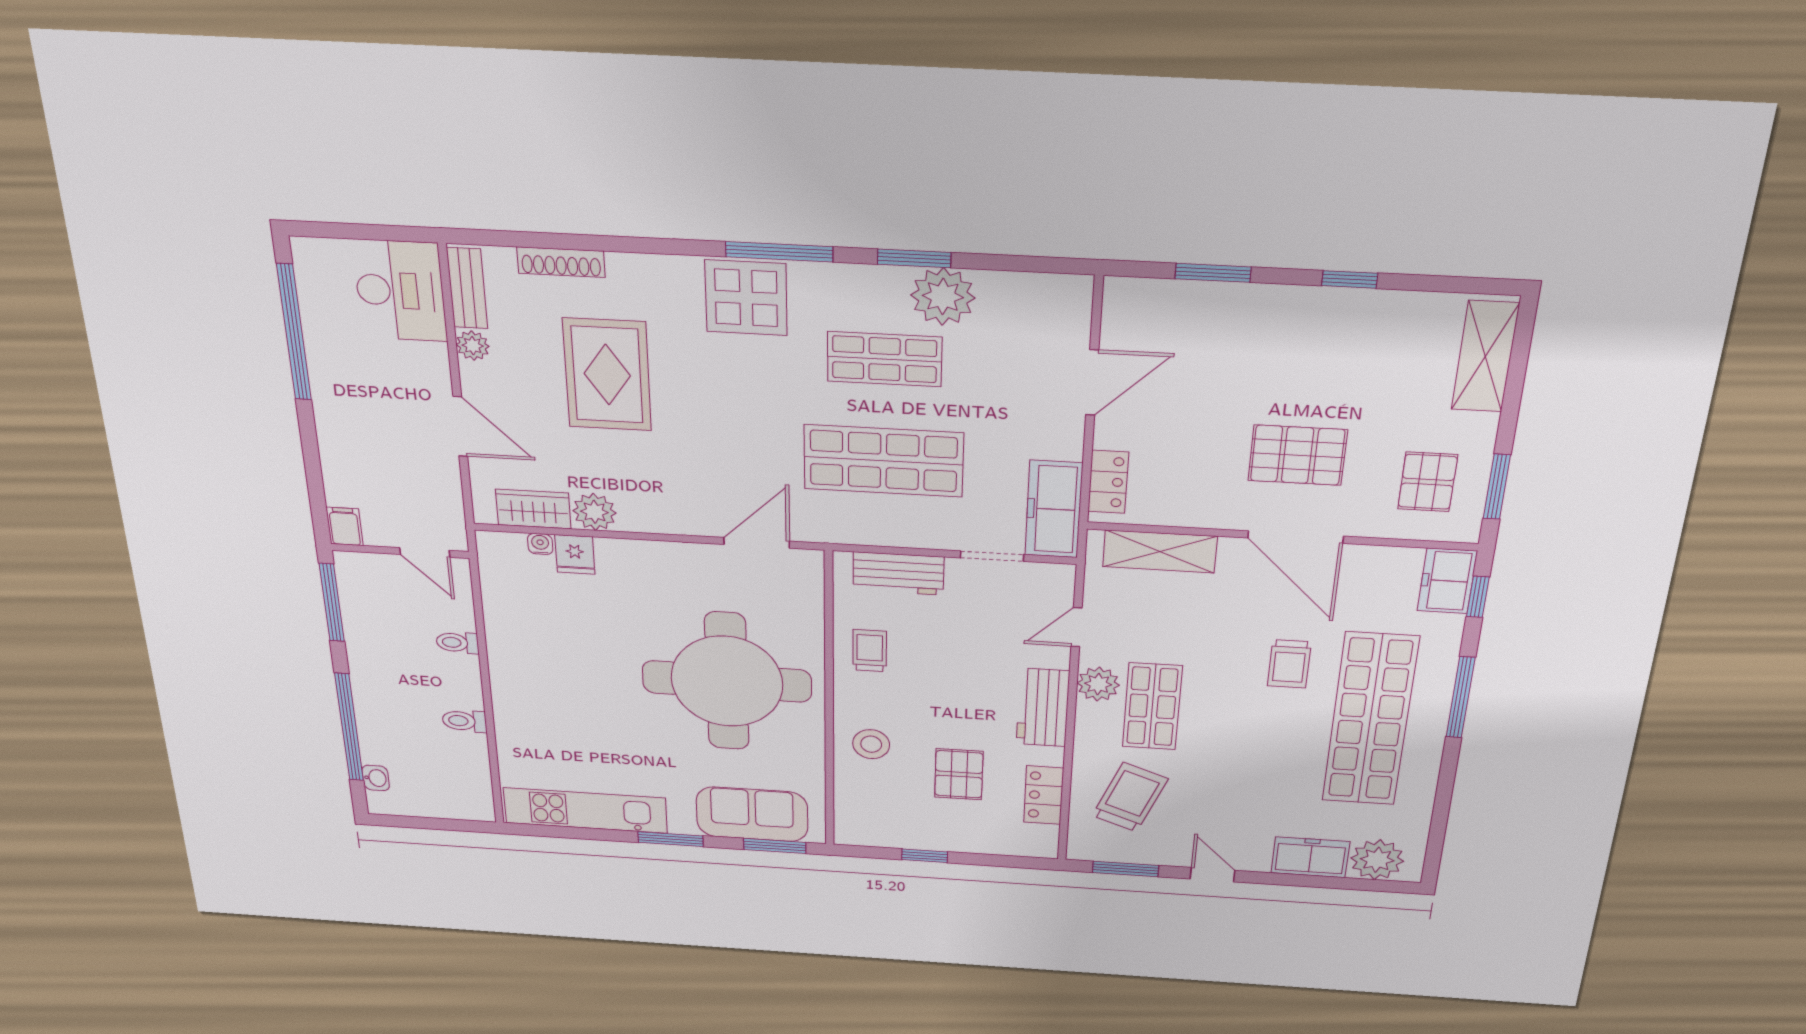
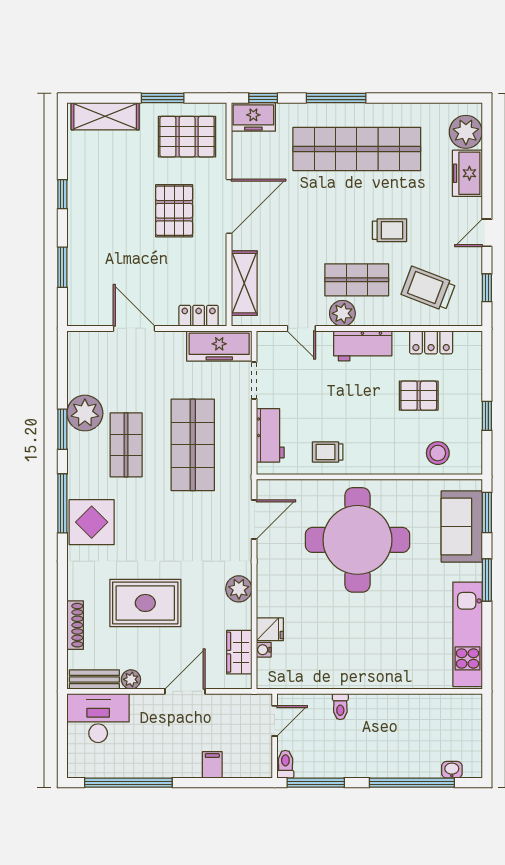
pallet: (1428, 482) -> (187, 137), width x1.50, depth x1.42
window: (1497, 487) -> (163, 98), moved
plant: (594, 512) -> (239, 589), moved
filing cabinet: (345, 526) -> (212, 765), moved, turned 90
door: (757, 543) -> (254, 519), swing flipped
trolley: (1289, 664) -> (389, 230), moved
toilet: (464, 721) -> (285, 764), moved, turned 180
stool: (871, 744) -> (438, 453), moved
window: (1125, 869) -> (487, 288), width x0.67

